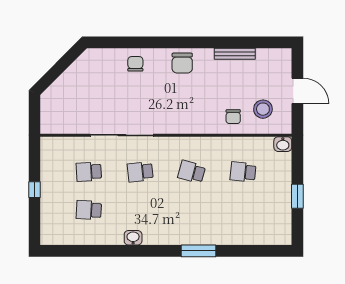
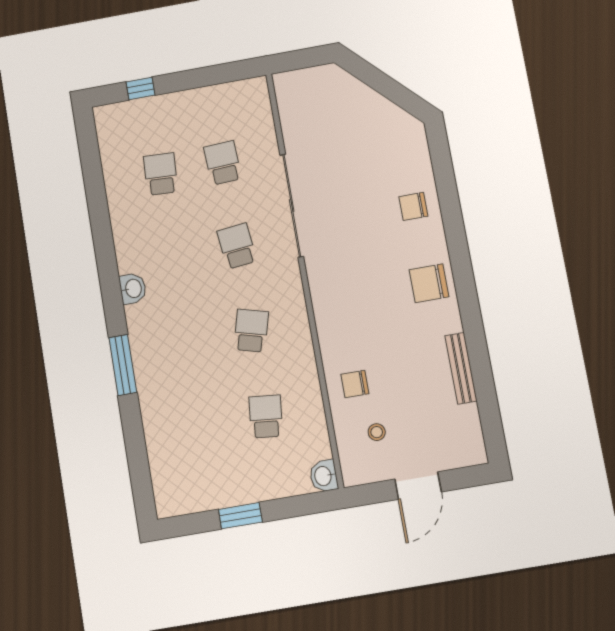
chair: (135, 64) -> (413, 206), turned 180
stool: (263, 109) -> (377, 432), width x0.53, depth x0.53
window: (34, 190) -> (141, 89), moved
washbasin: (133, 238) -> (133, 289), moved

